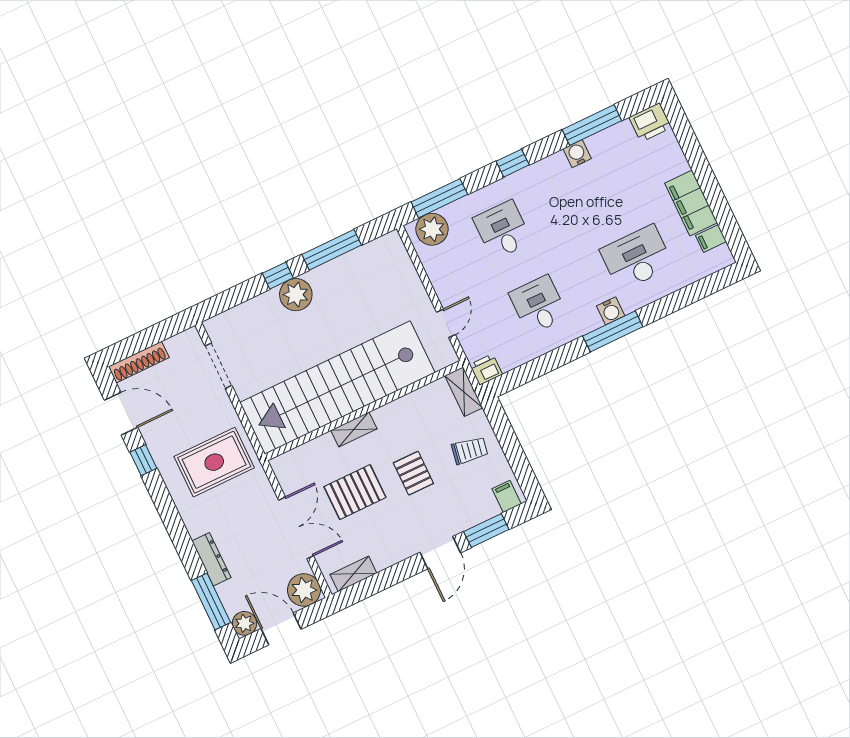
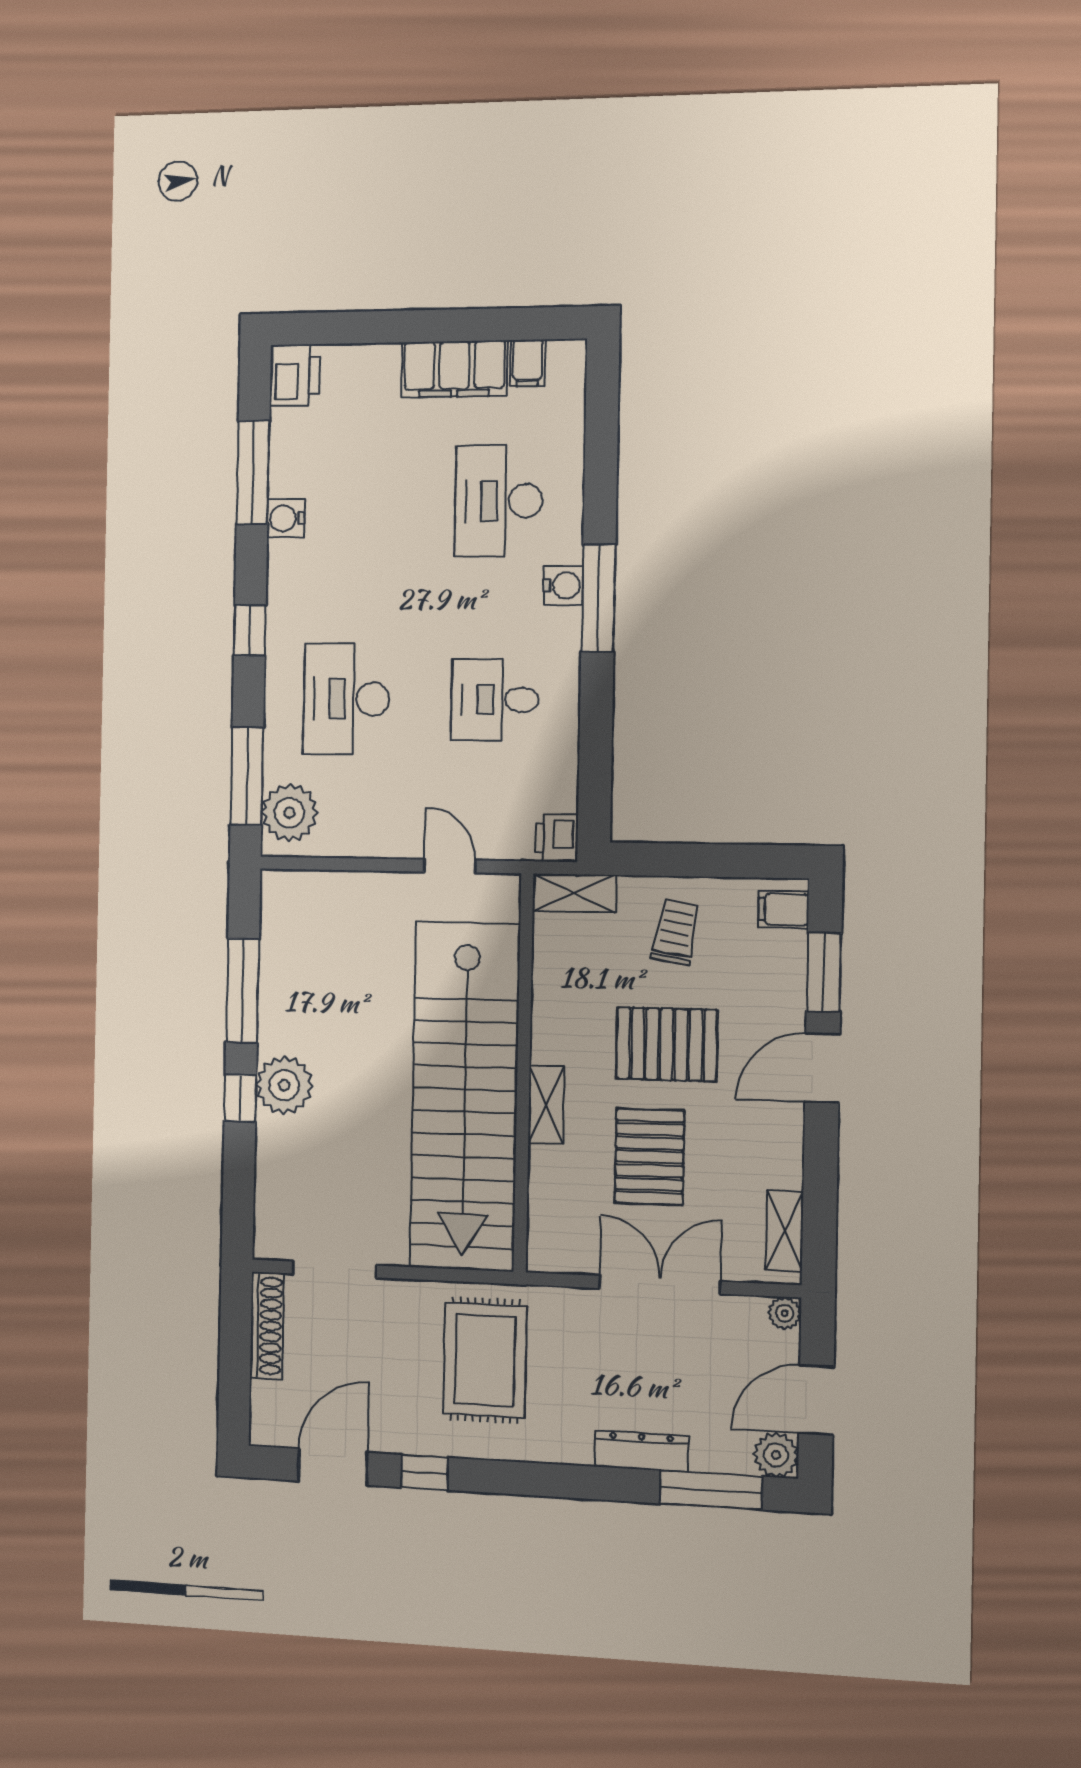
desk: (503, 230) -> (346, 699), width x1.37
shoe rack: (139, 362) -> (267, 1326), moved
pallet: (413, 473) -> (667, 1044), width x1.50, depth x1.42
door: (440, 553) -> (822, 1068), swing flipped
plant: (304, 590) -> (785, 1313), width x0.53, depth x0.53

